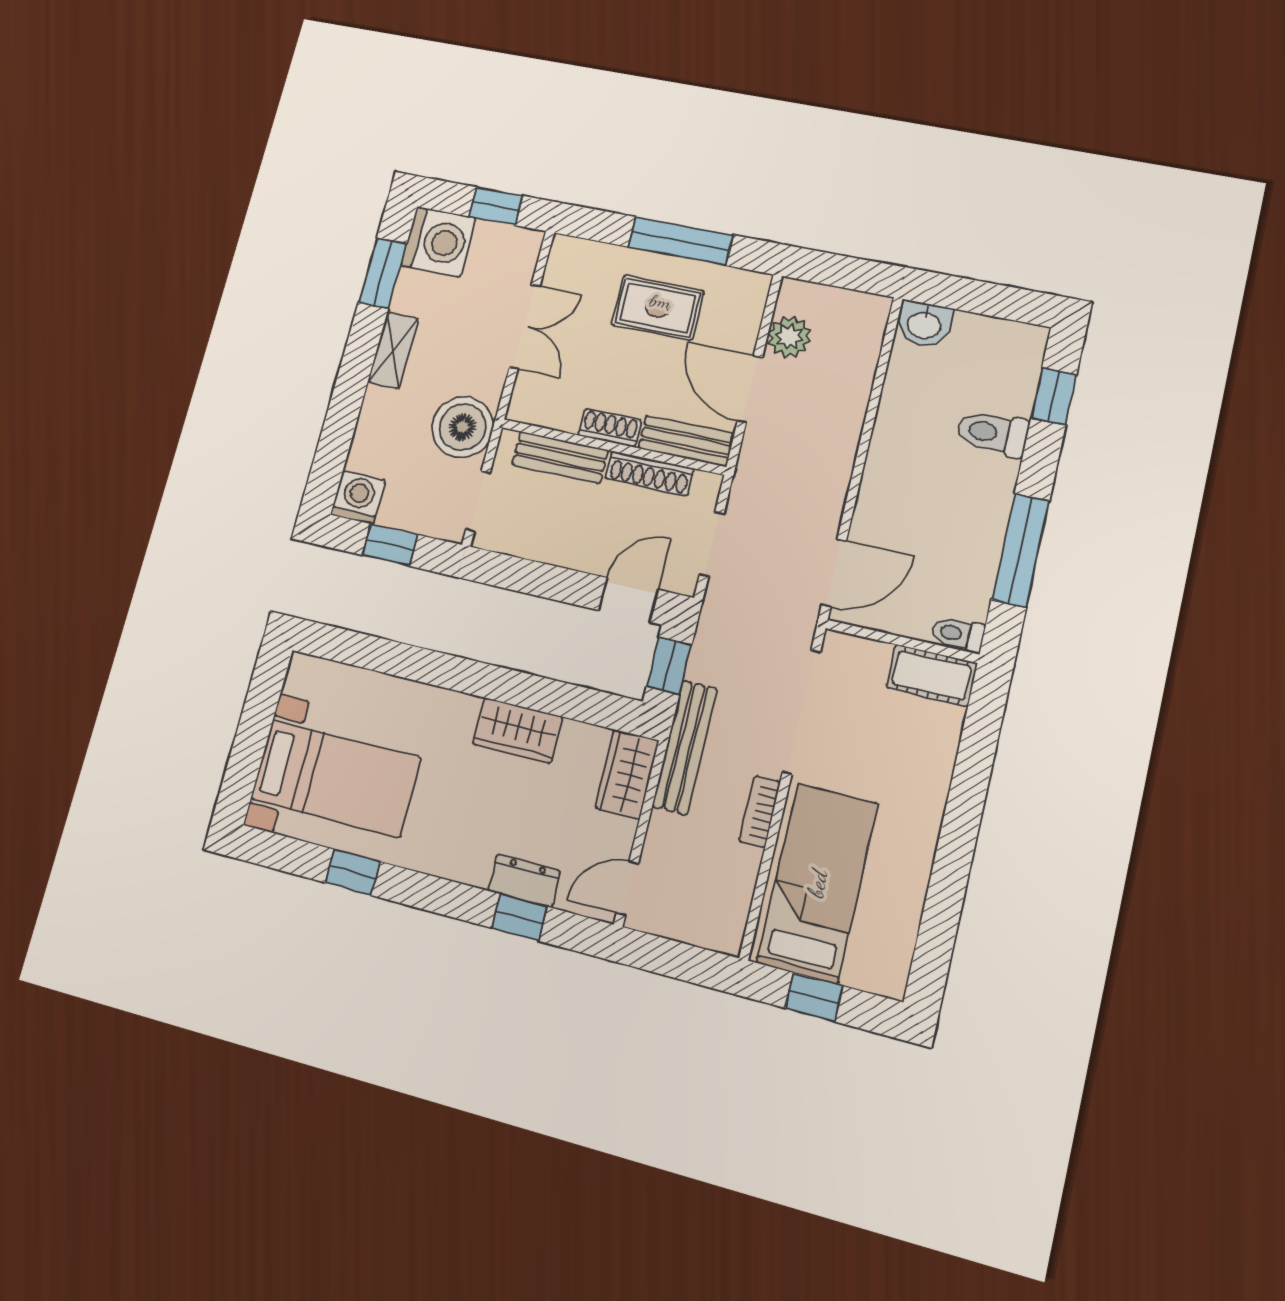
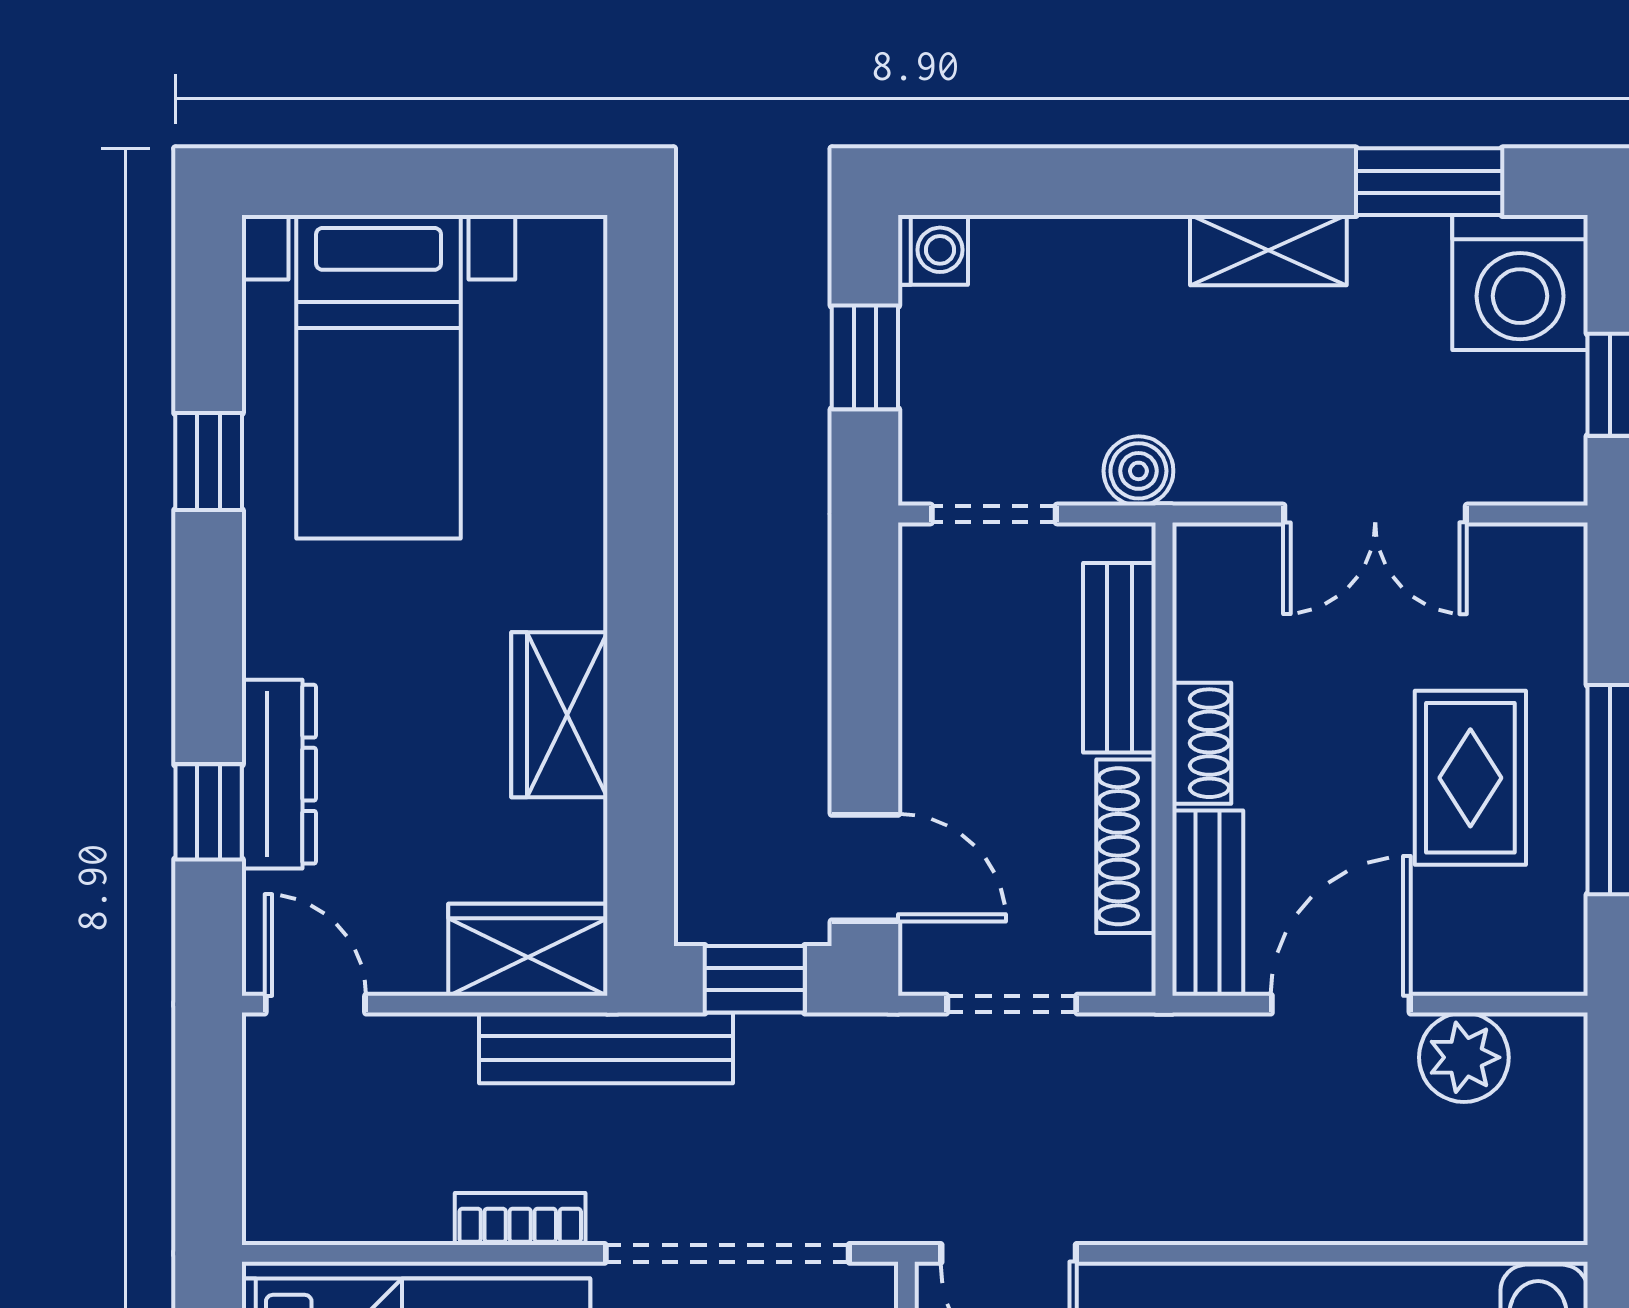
boiler: (462, 427) -> (1138, 471), width x0.54, depth x0.54
washing machine: (358, 497) -> (933, 250), width x0.73, depth x0.73
dresser: (524, 881) -> (279, 774), width x1.44

